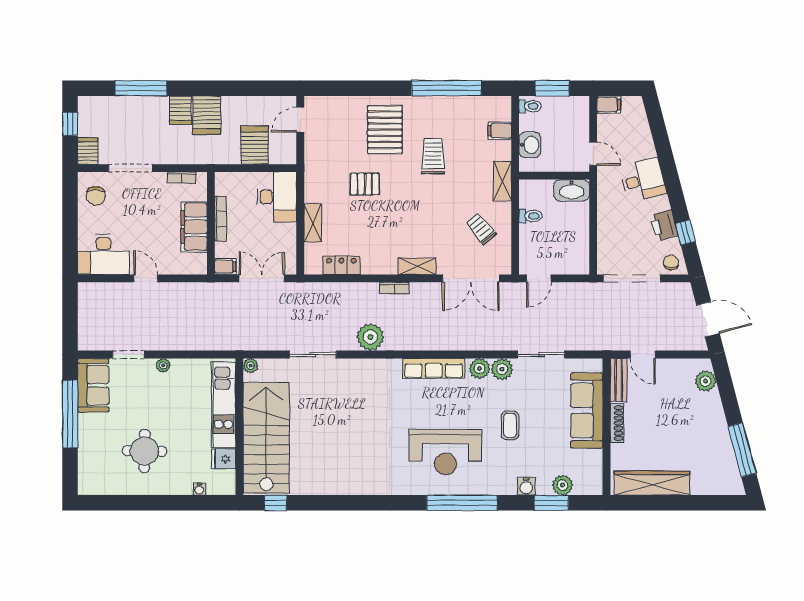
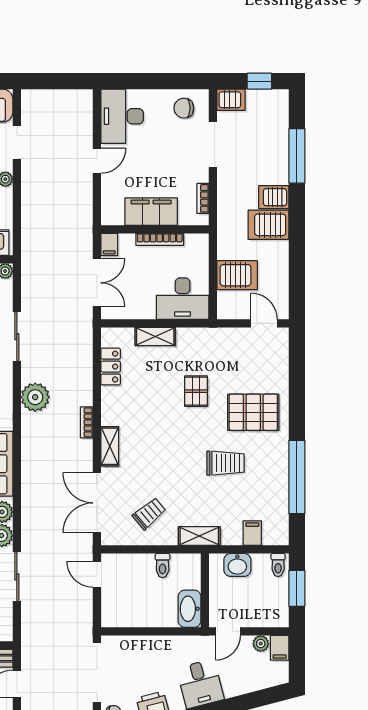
plant: (605, 123) -> (261, 644), added

